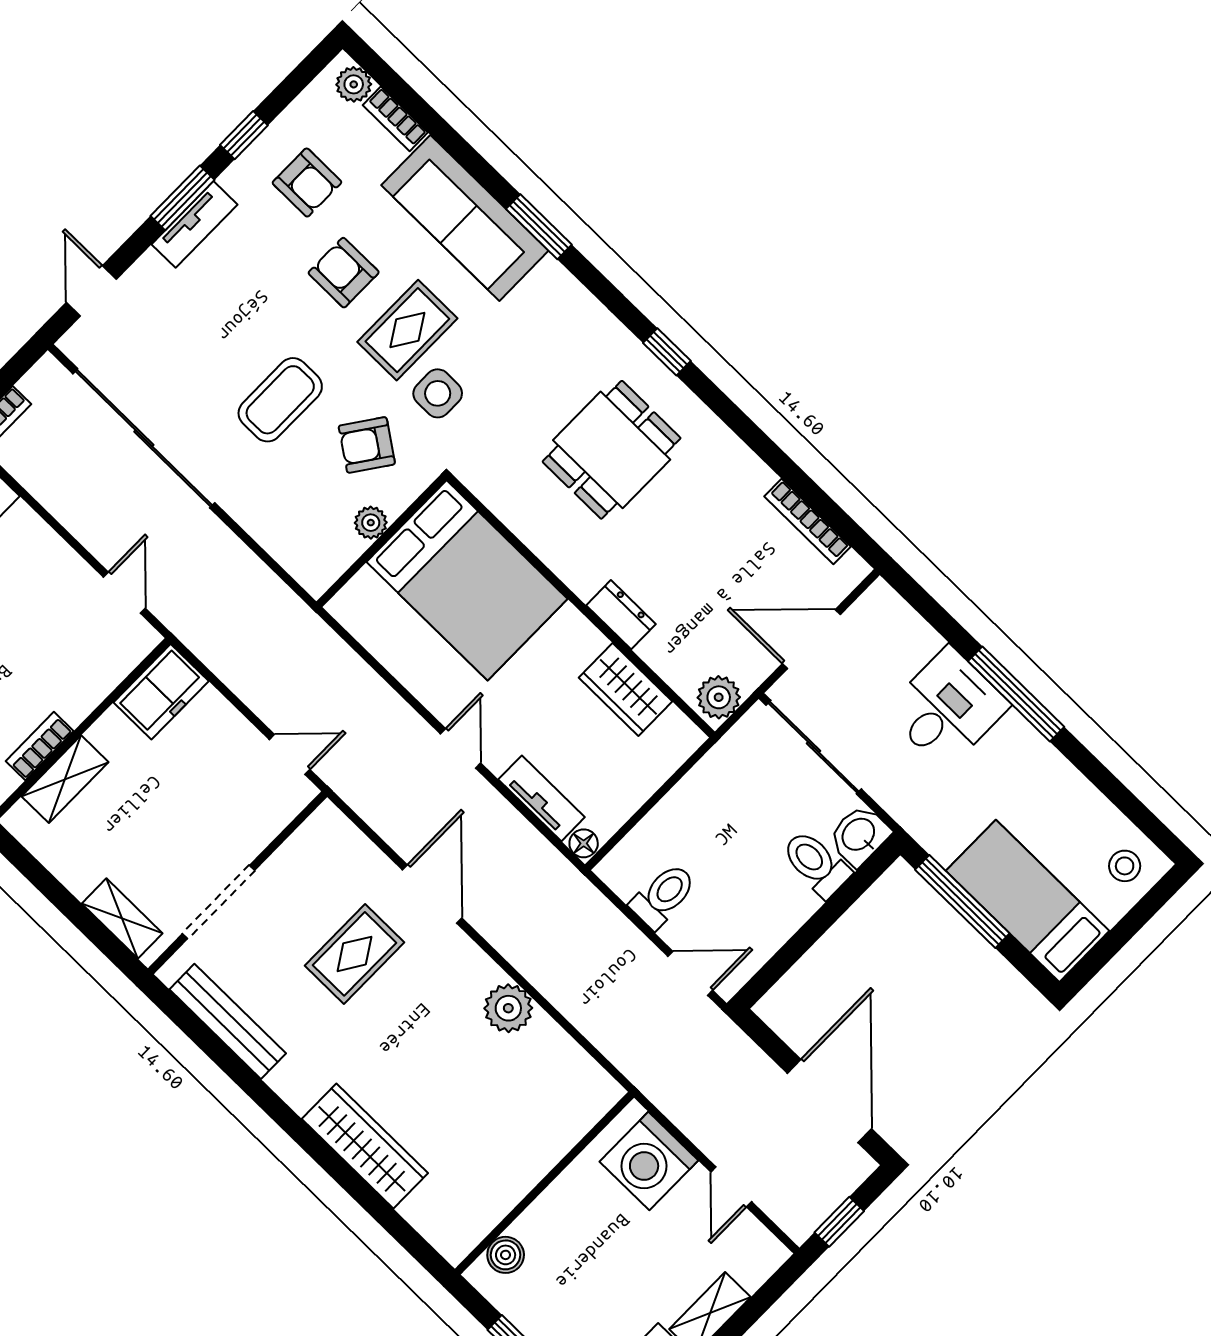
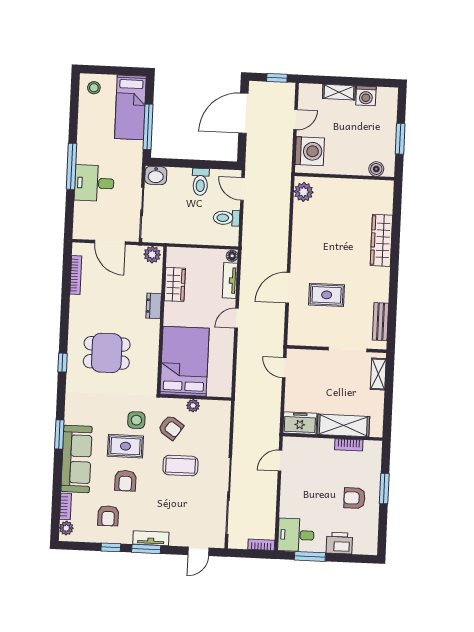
armchair: (307, 182) -> (108, 516), turned 180
shelving: (65, 779) -> (343, 425), width x1.50, depth x1.33
toilet: (816, 864) -> (200, 182), moved
plant: (508, 1008) -> (304, 192), moved
bench: (228, 1021) -> (380, 322), width x0.73

